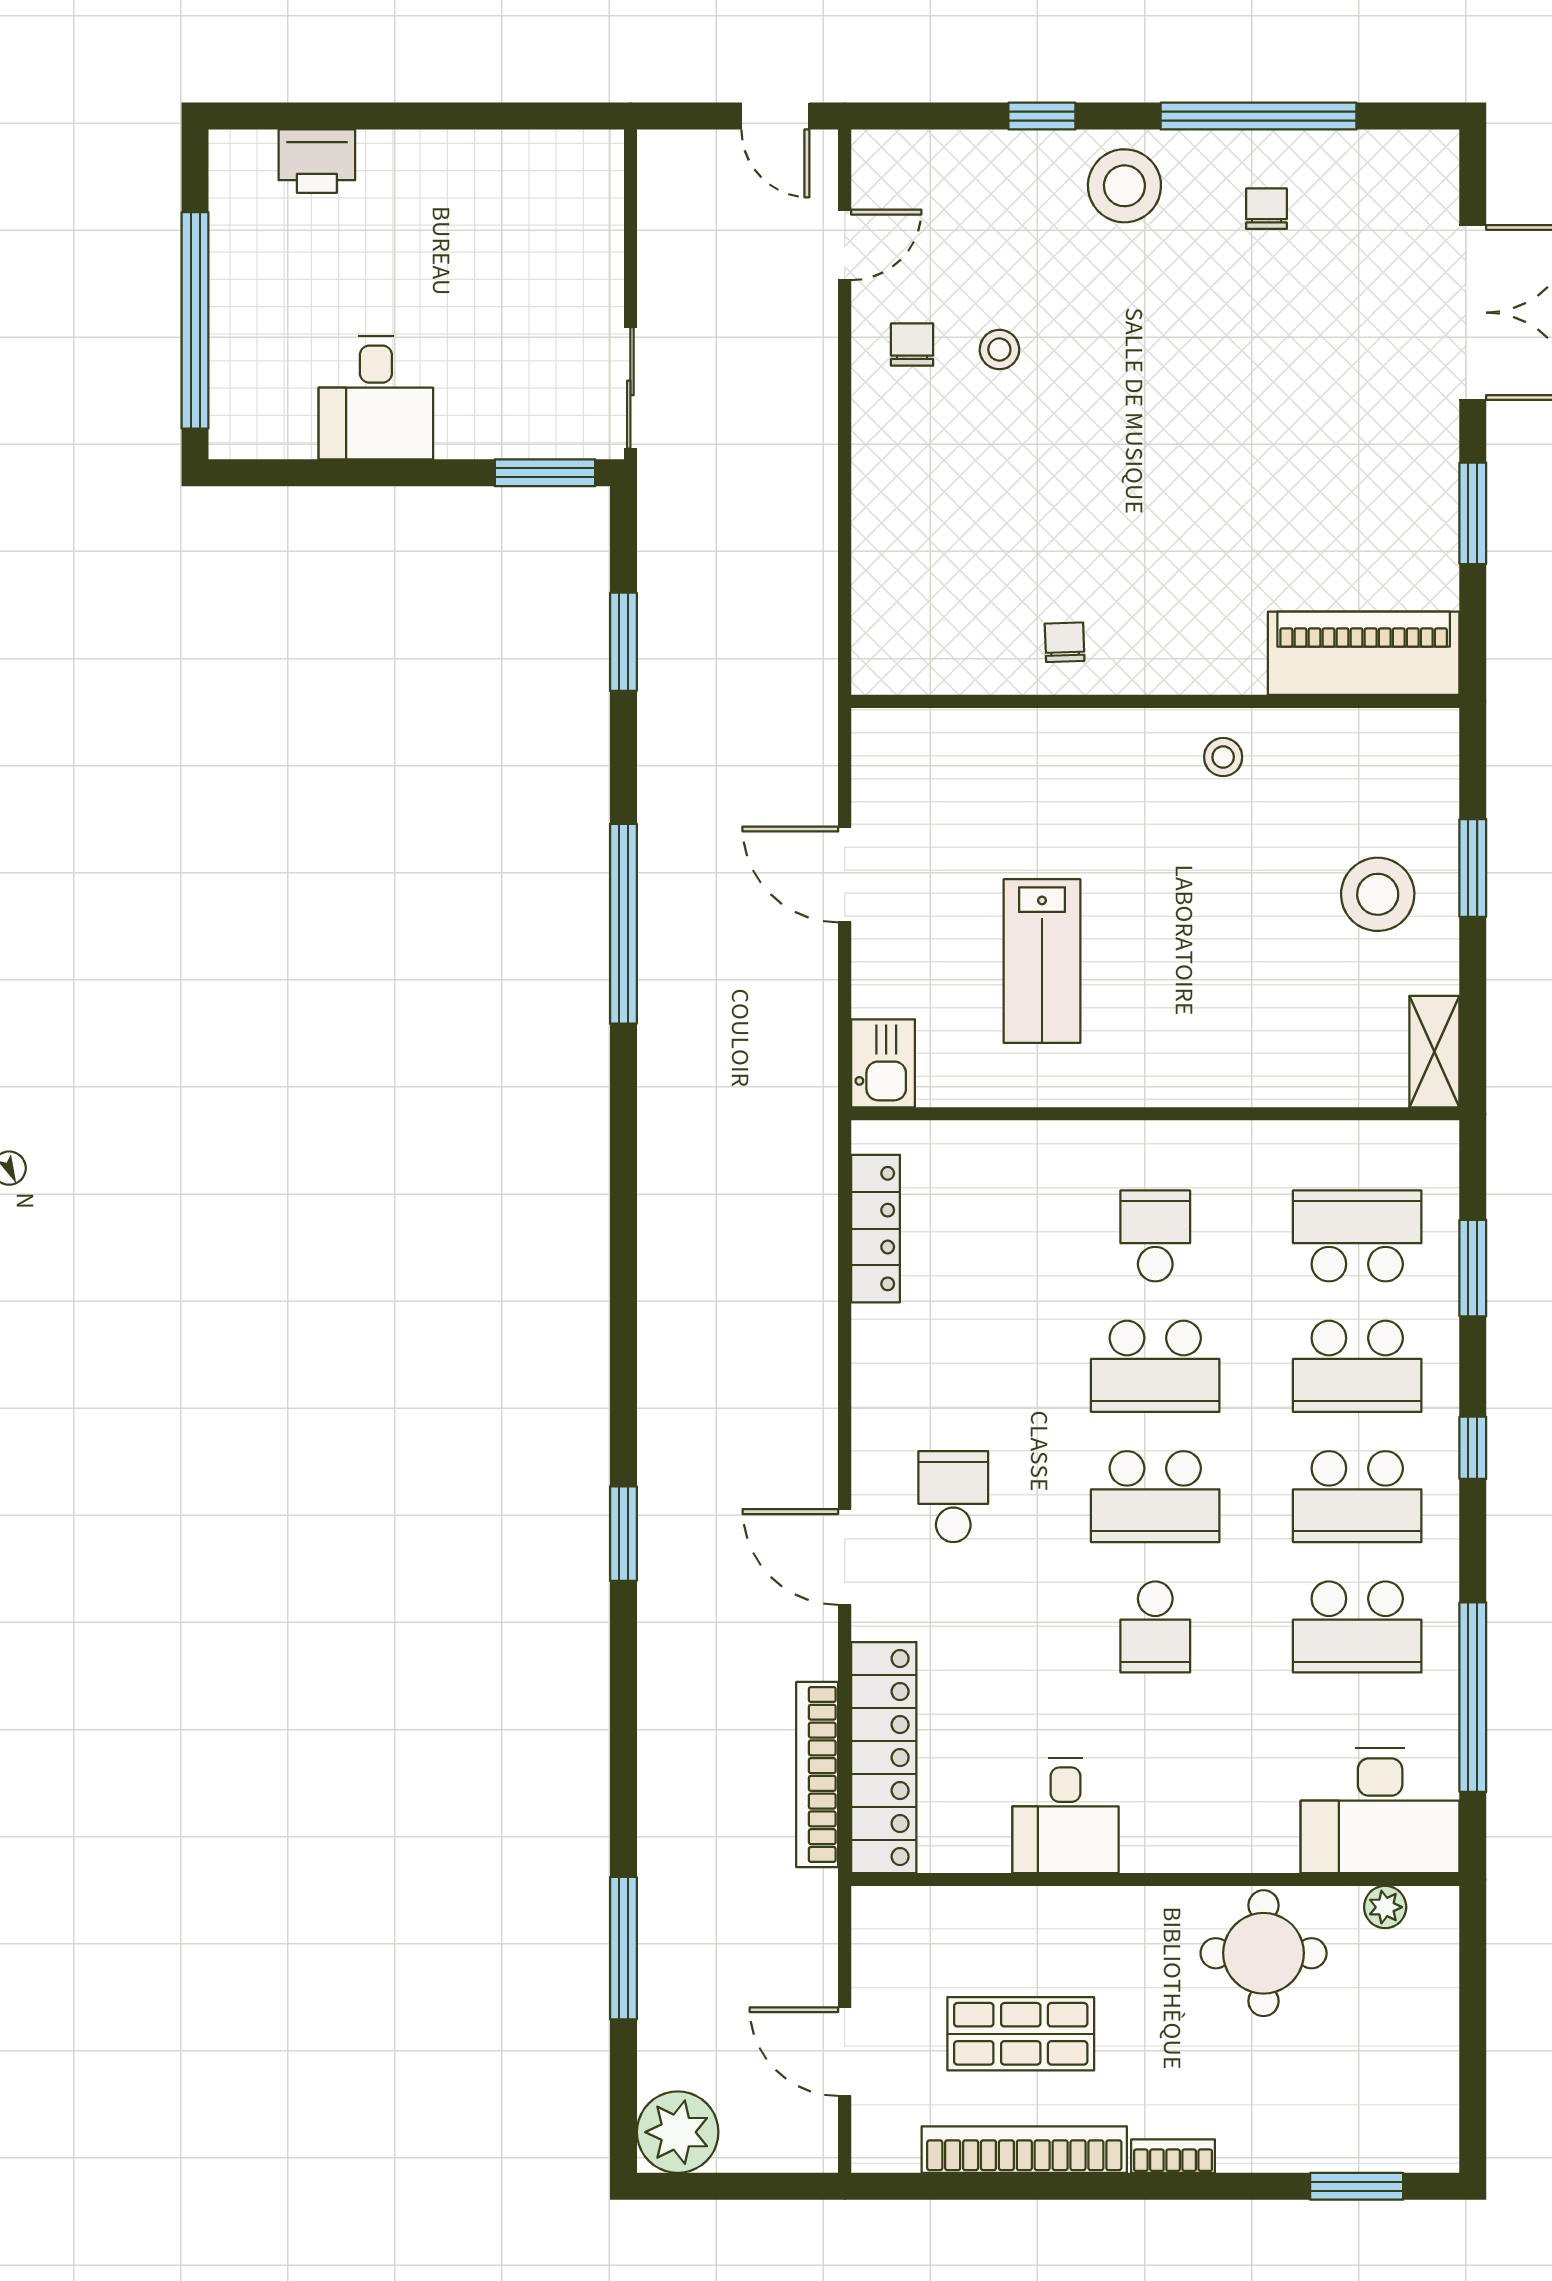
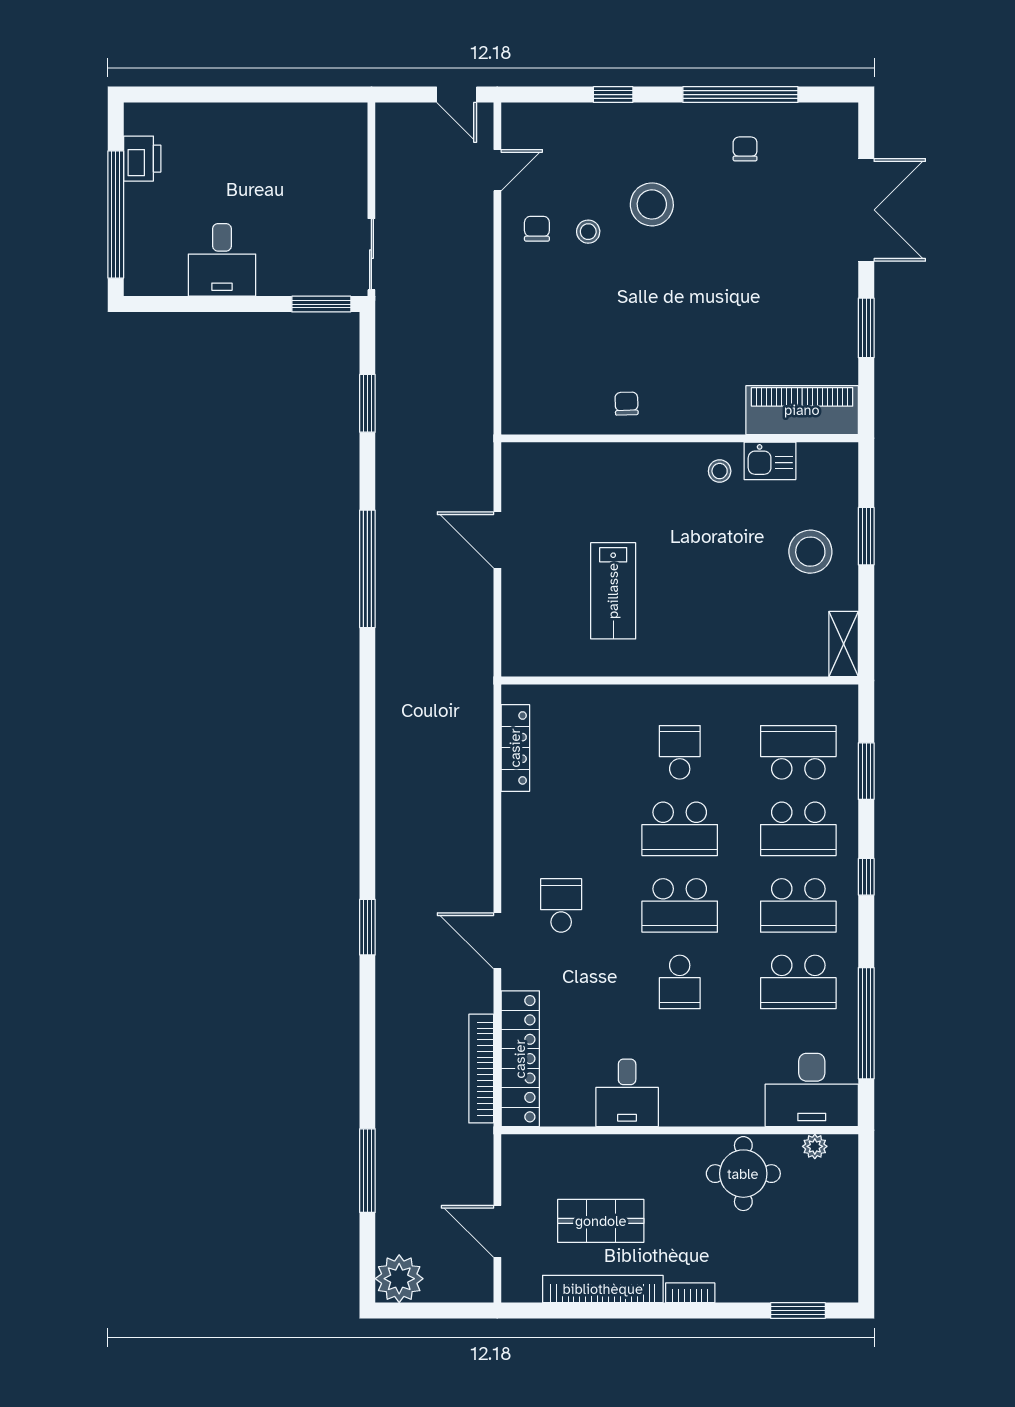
printer: (317, 161) -> (142, 159), moved, turned -90
stool: (1124, 186) -> (652, 204), moved
kitchen sink: (883, 1063) -> (770, 461), moved, turned 90

